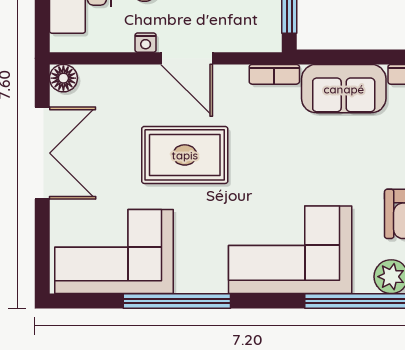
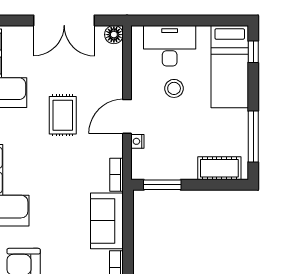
nightstand: (146, 43) -> (137, 141), moved
rug: (185, 155) -> (63, 115), width x0.73, depth x0.70

